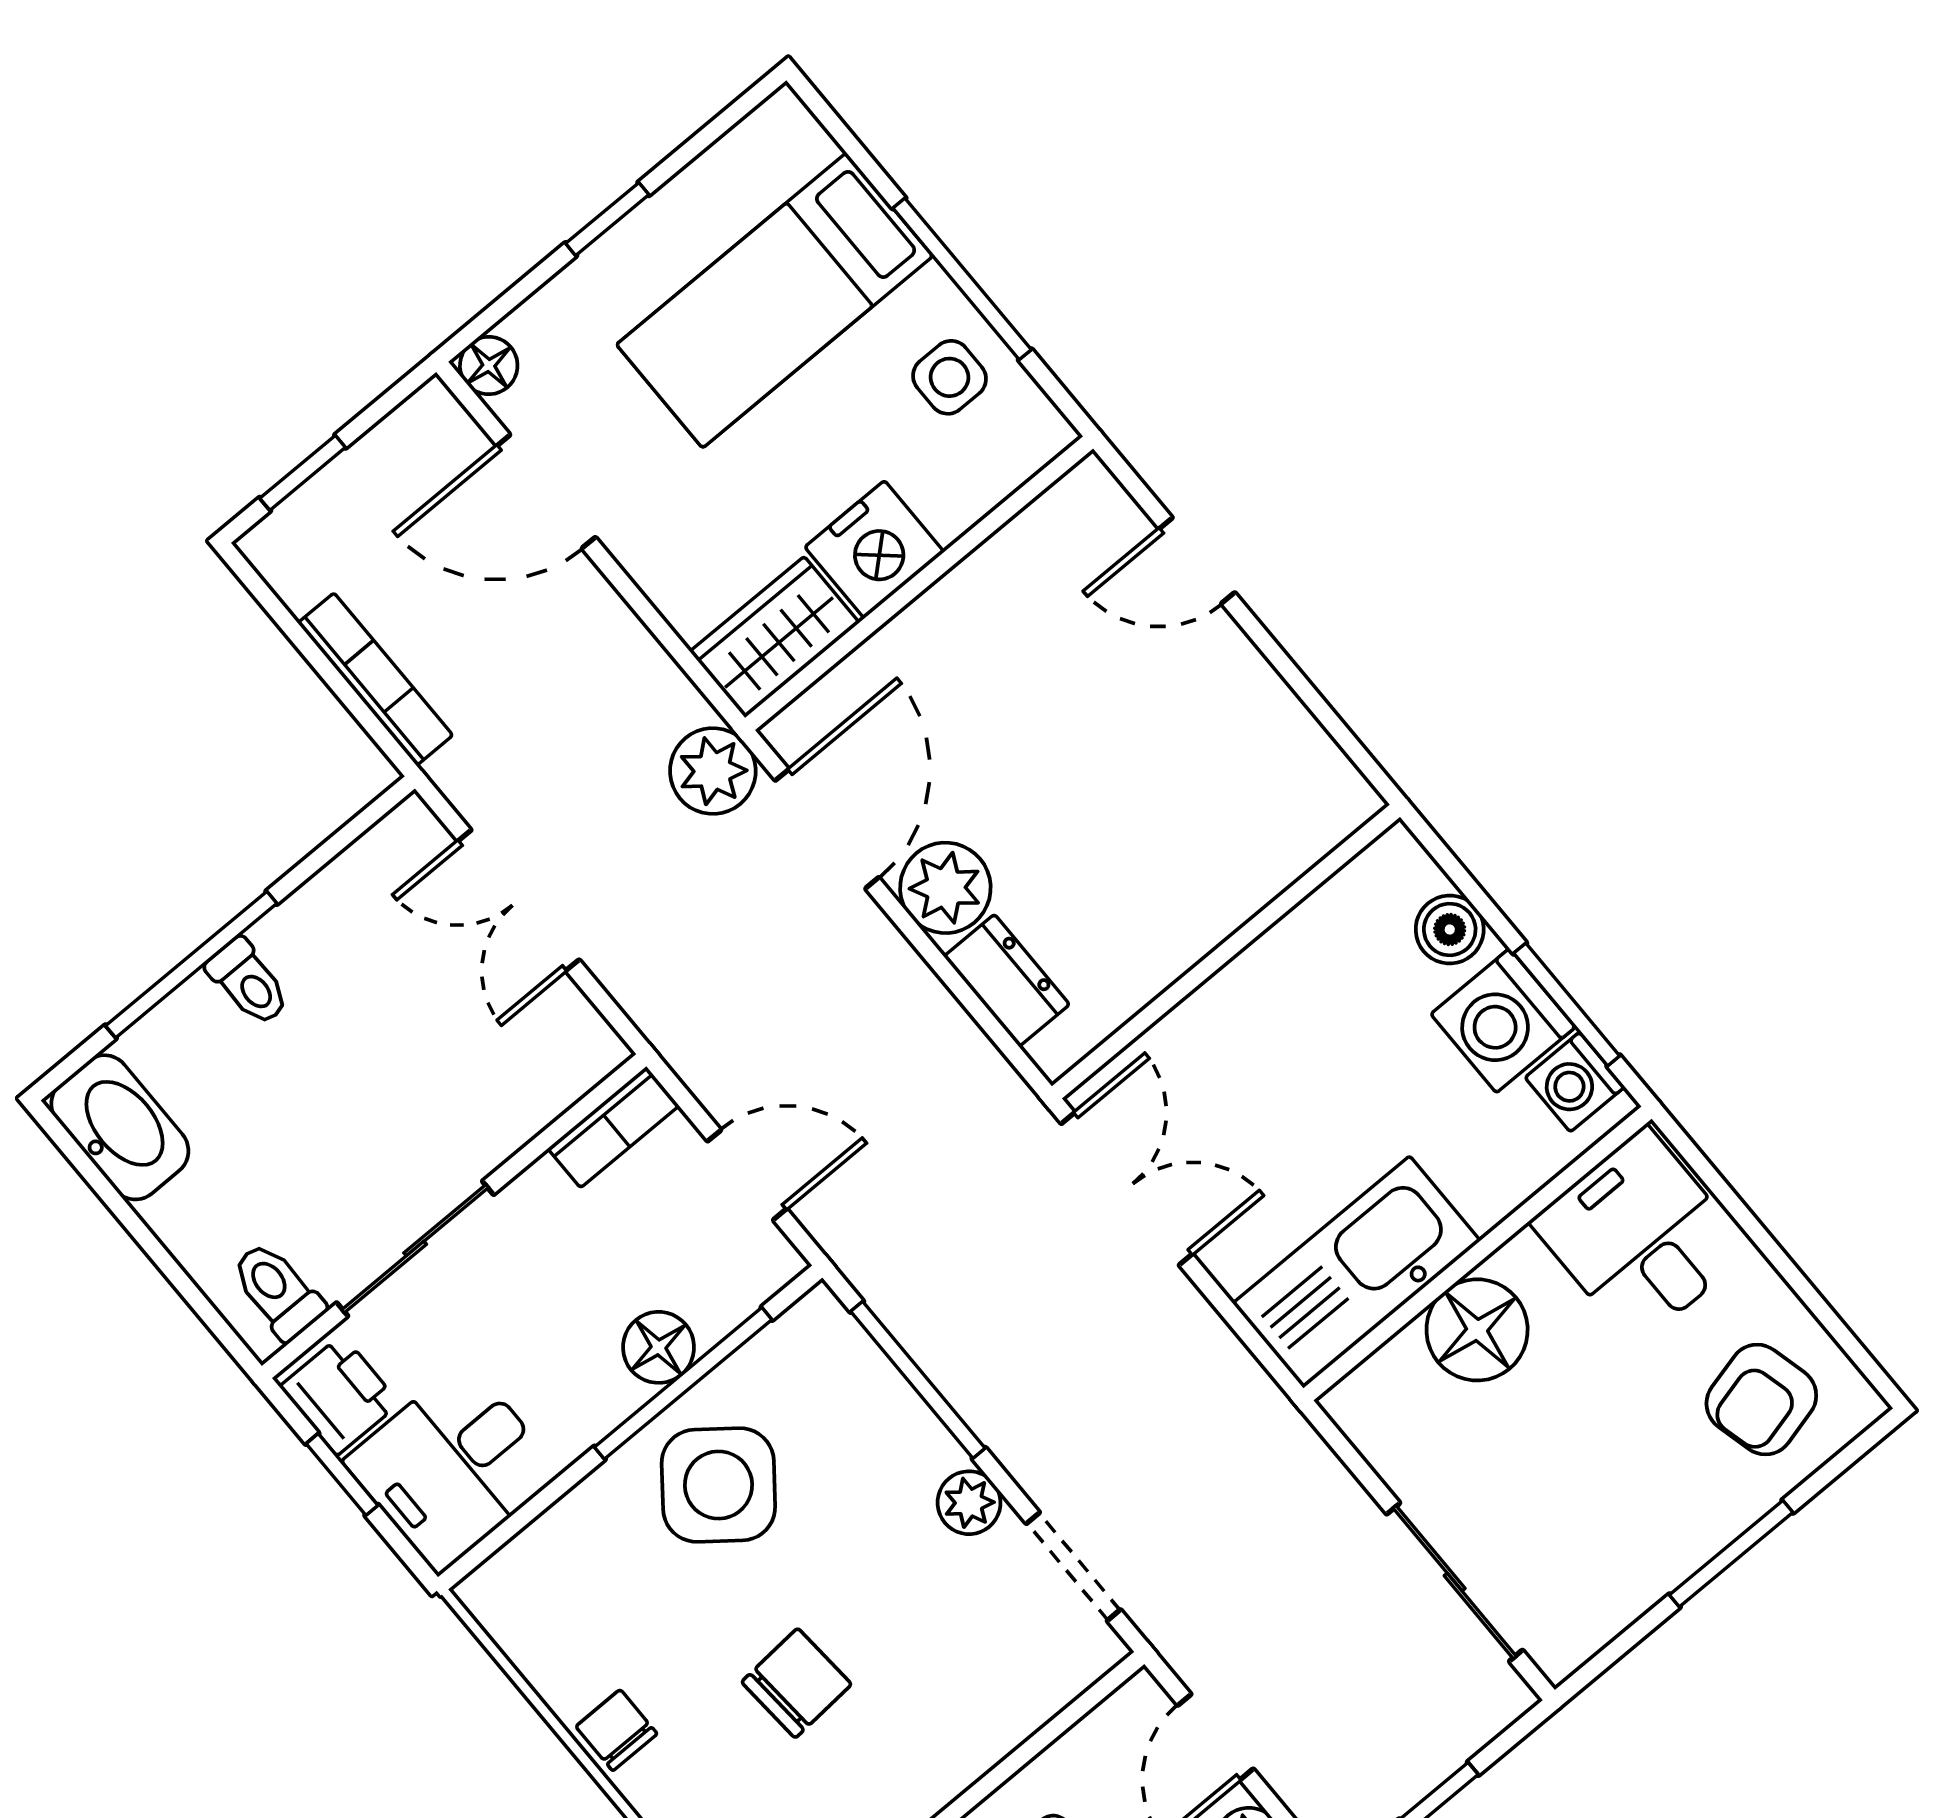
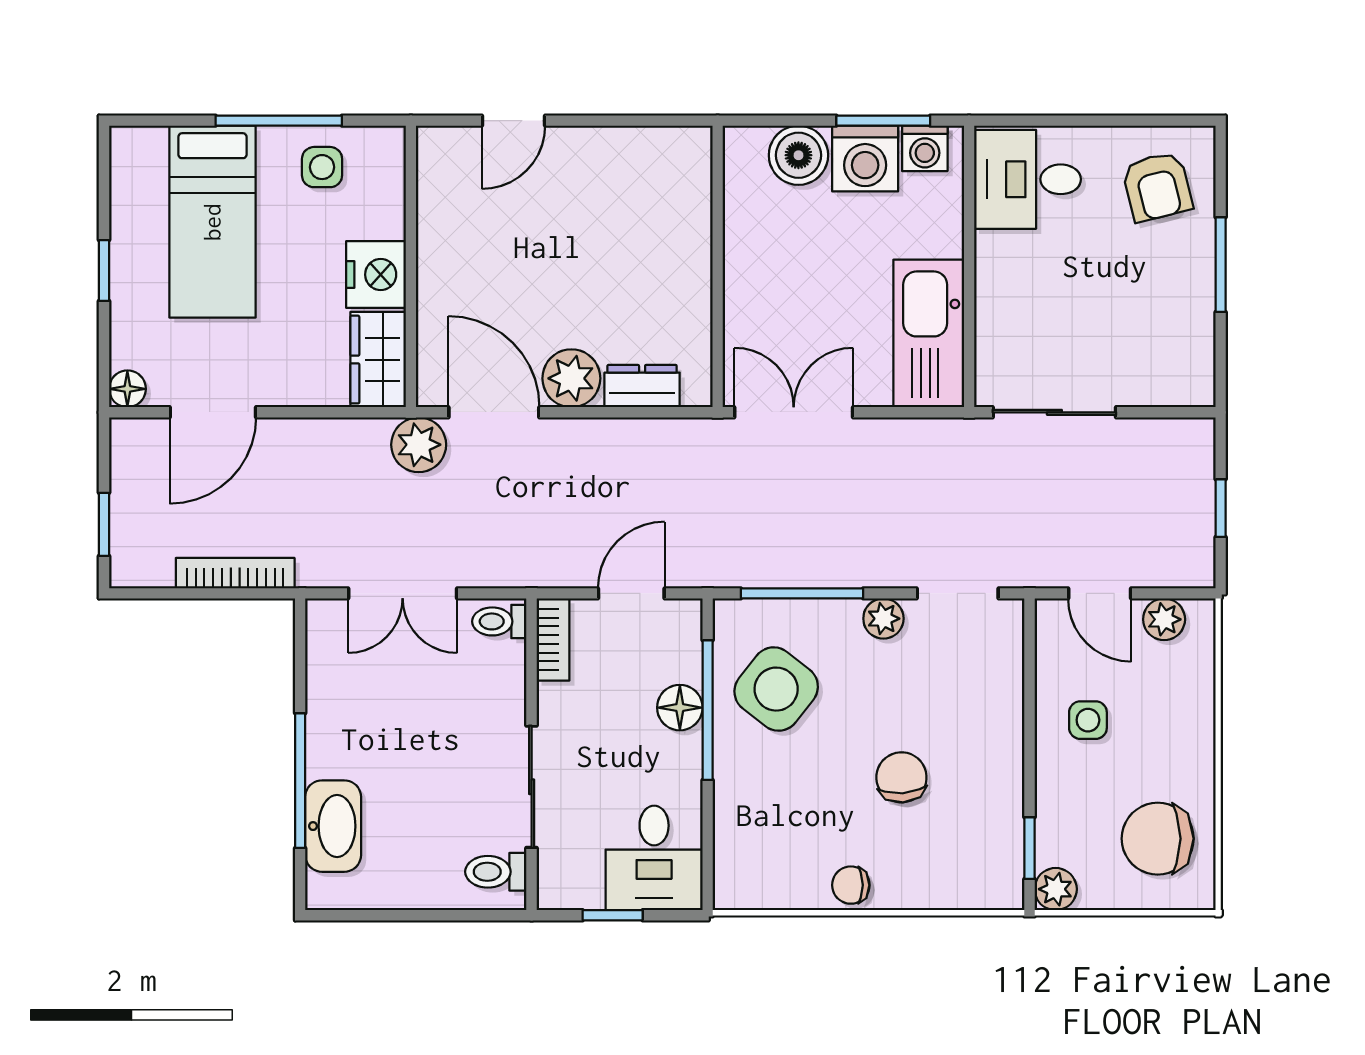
boiler: (1450, 929) -> (798, 155), width x1.36, depth x1.36
toilet: (249, 982) -> (499, 621), moved, turned 180
washbasin: (120, 1127) -> (333, 826), moved, turned 90
floor lamp: (1477, 1330) -> (1007, 298), removed
printer: (340, 1395) -> (573, 884), removed
side table: (718, 1485) -> (776, 689), moved
sliding door: (1455, 1582) -> (1054, 412), moved

